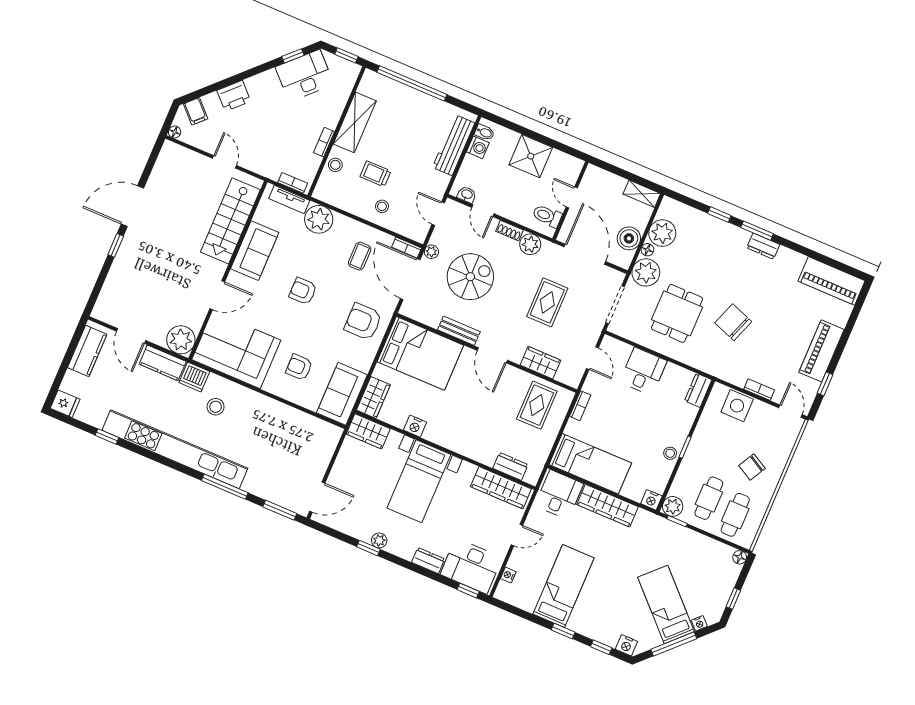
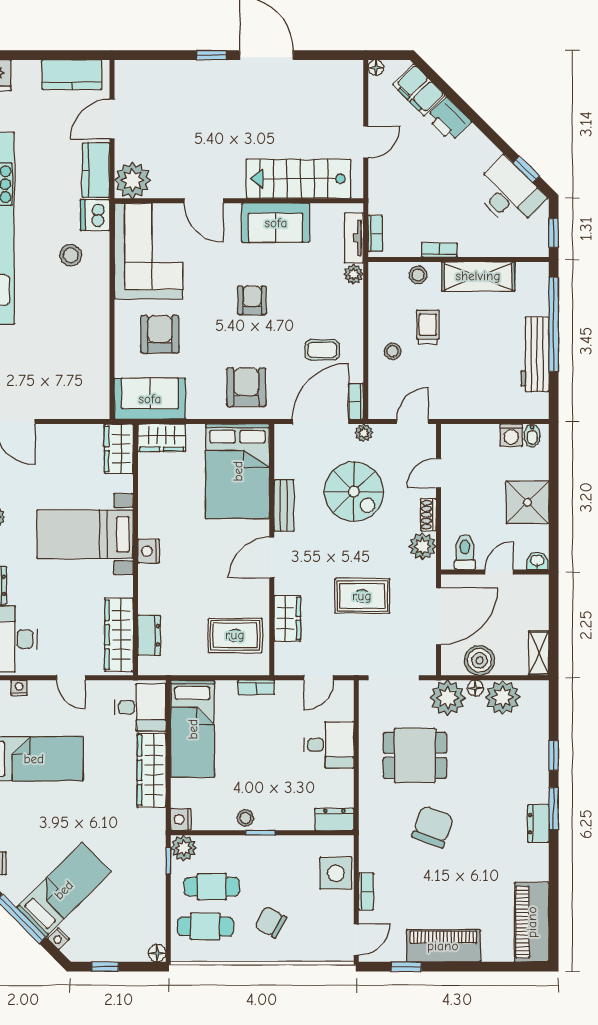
filing cabinet: (196, 111) -> (419, 90), width x2.00
workbench: (454, 145) -> (535, 354), moved, turned -90
washbasin: (467, 194) -> (537, 561), moved, turned -90
plant: (319, 219) -> (354, 274), width x0.53, depth x0.53
armchair: (299, 367) -> (160, 334), width x1.38, depth x1.38
nightstand: (415, 426) -> (149, 551), moved

